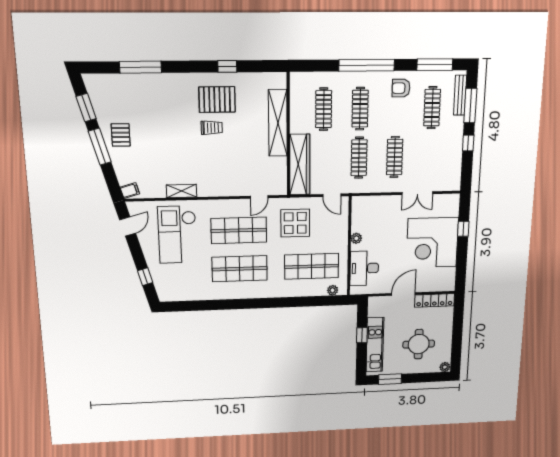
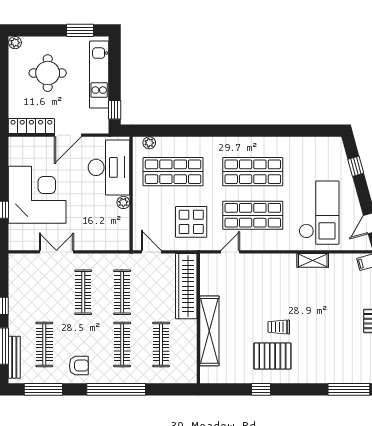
desk: (364, 268) -> (109, 167), width x1.36, depth x1.30
window: (362, 335) -> (115, 110), moved

